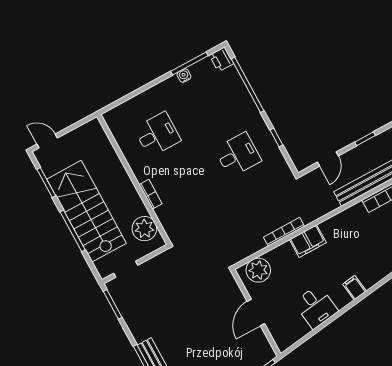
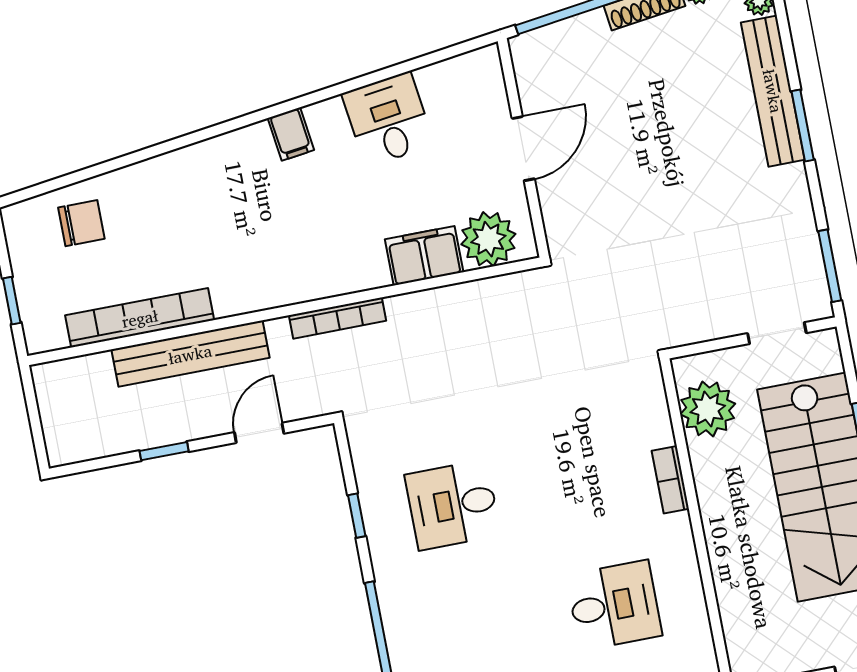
desk: (157, 134) -> (614, 605), turned 180
bookcase: (284, 232) -> (337, 318), moved
filing cabinet: (308, 241) -> (424, 256), moved

